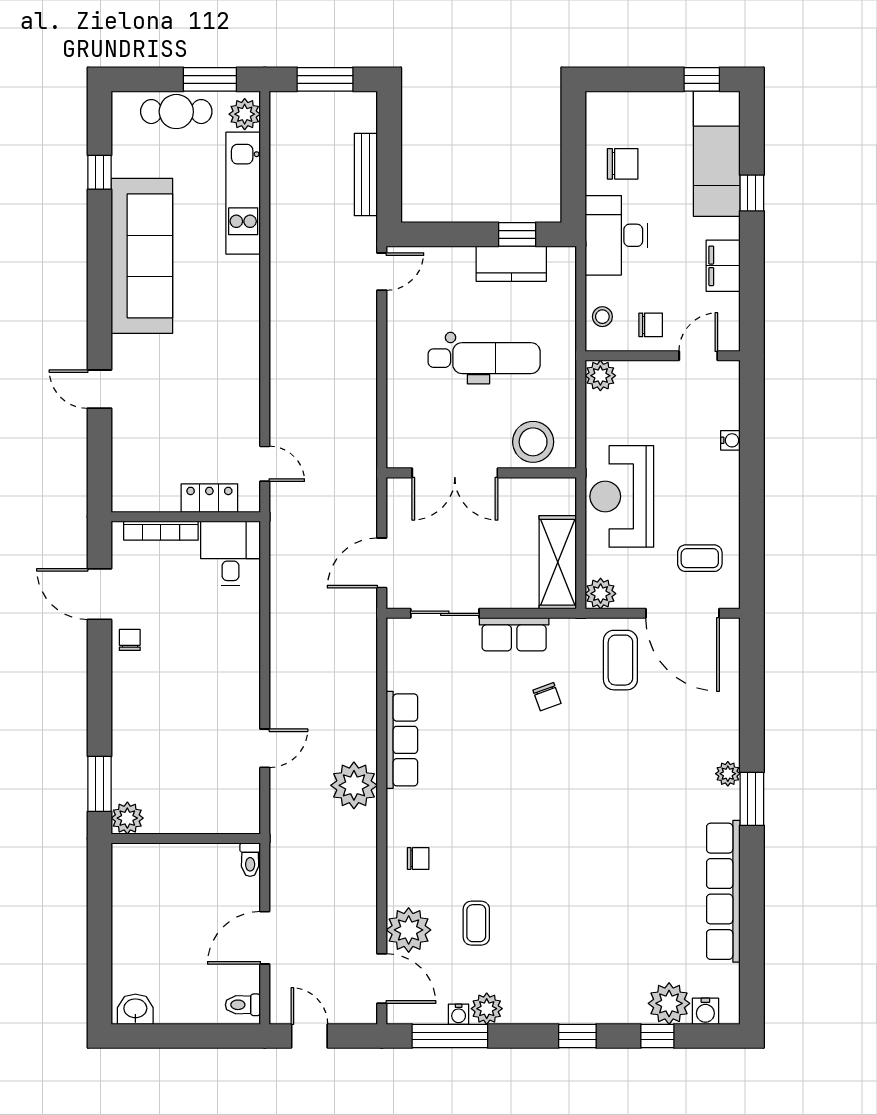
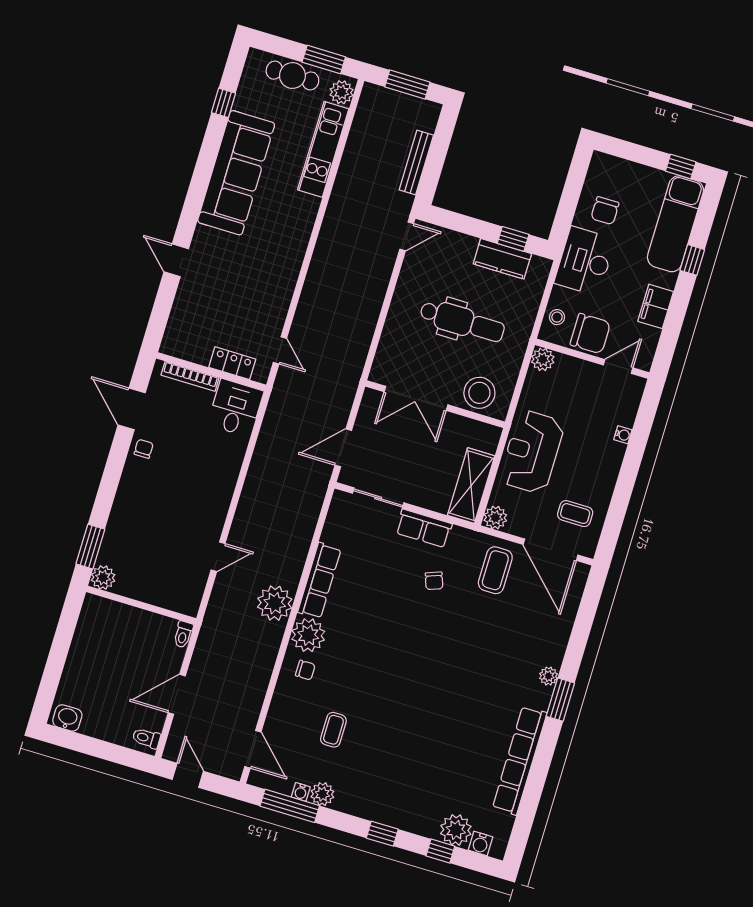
chair: (623, 164) -> (605, 211), turned 90
chair: (651, 325) -> (590, 334), width x1.87, depth x1.87
plant: (409, 930) -> (308, 635), moved

